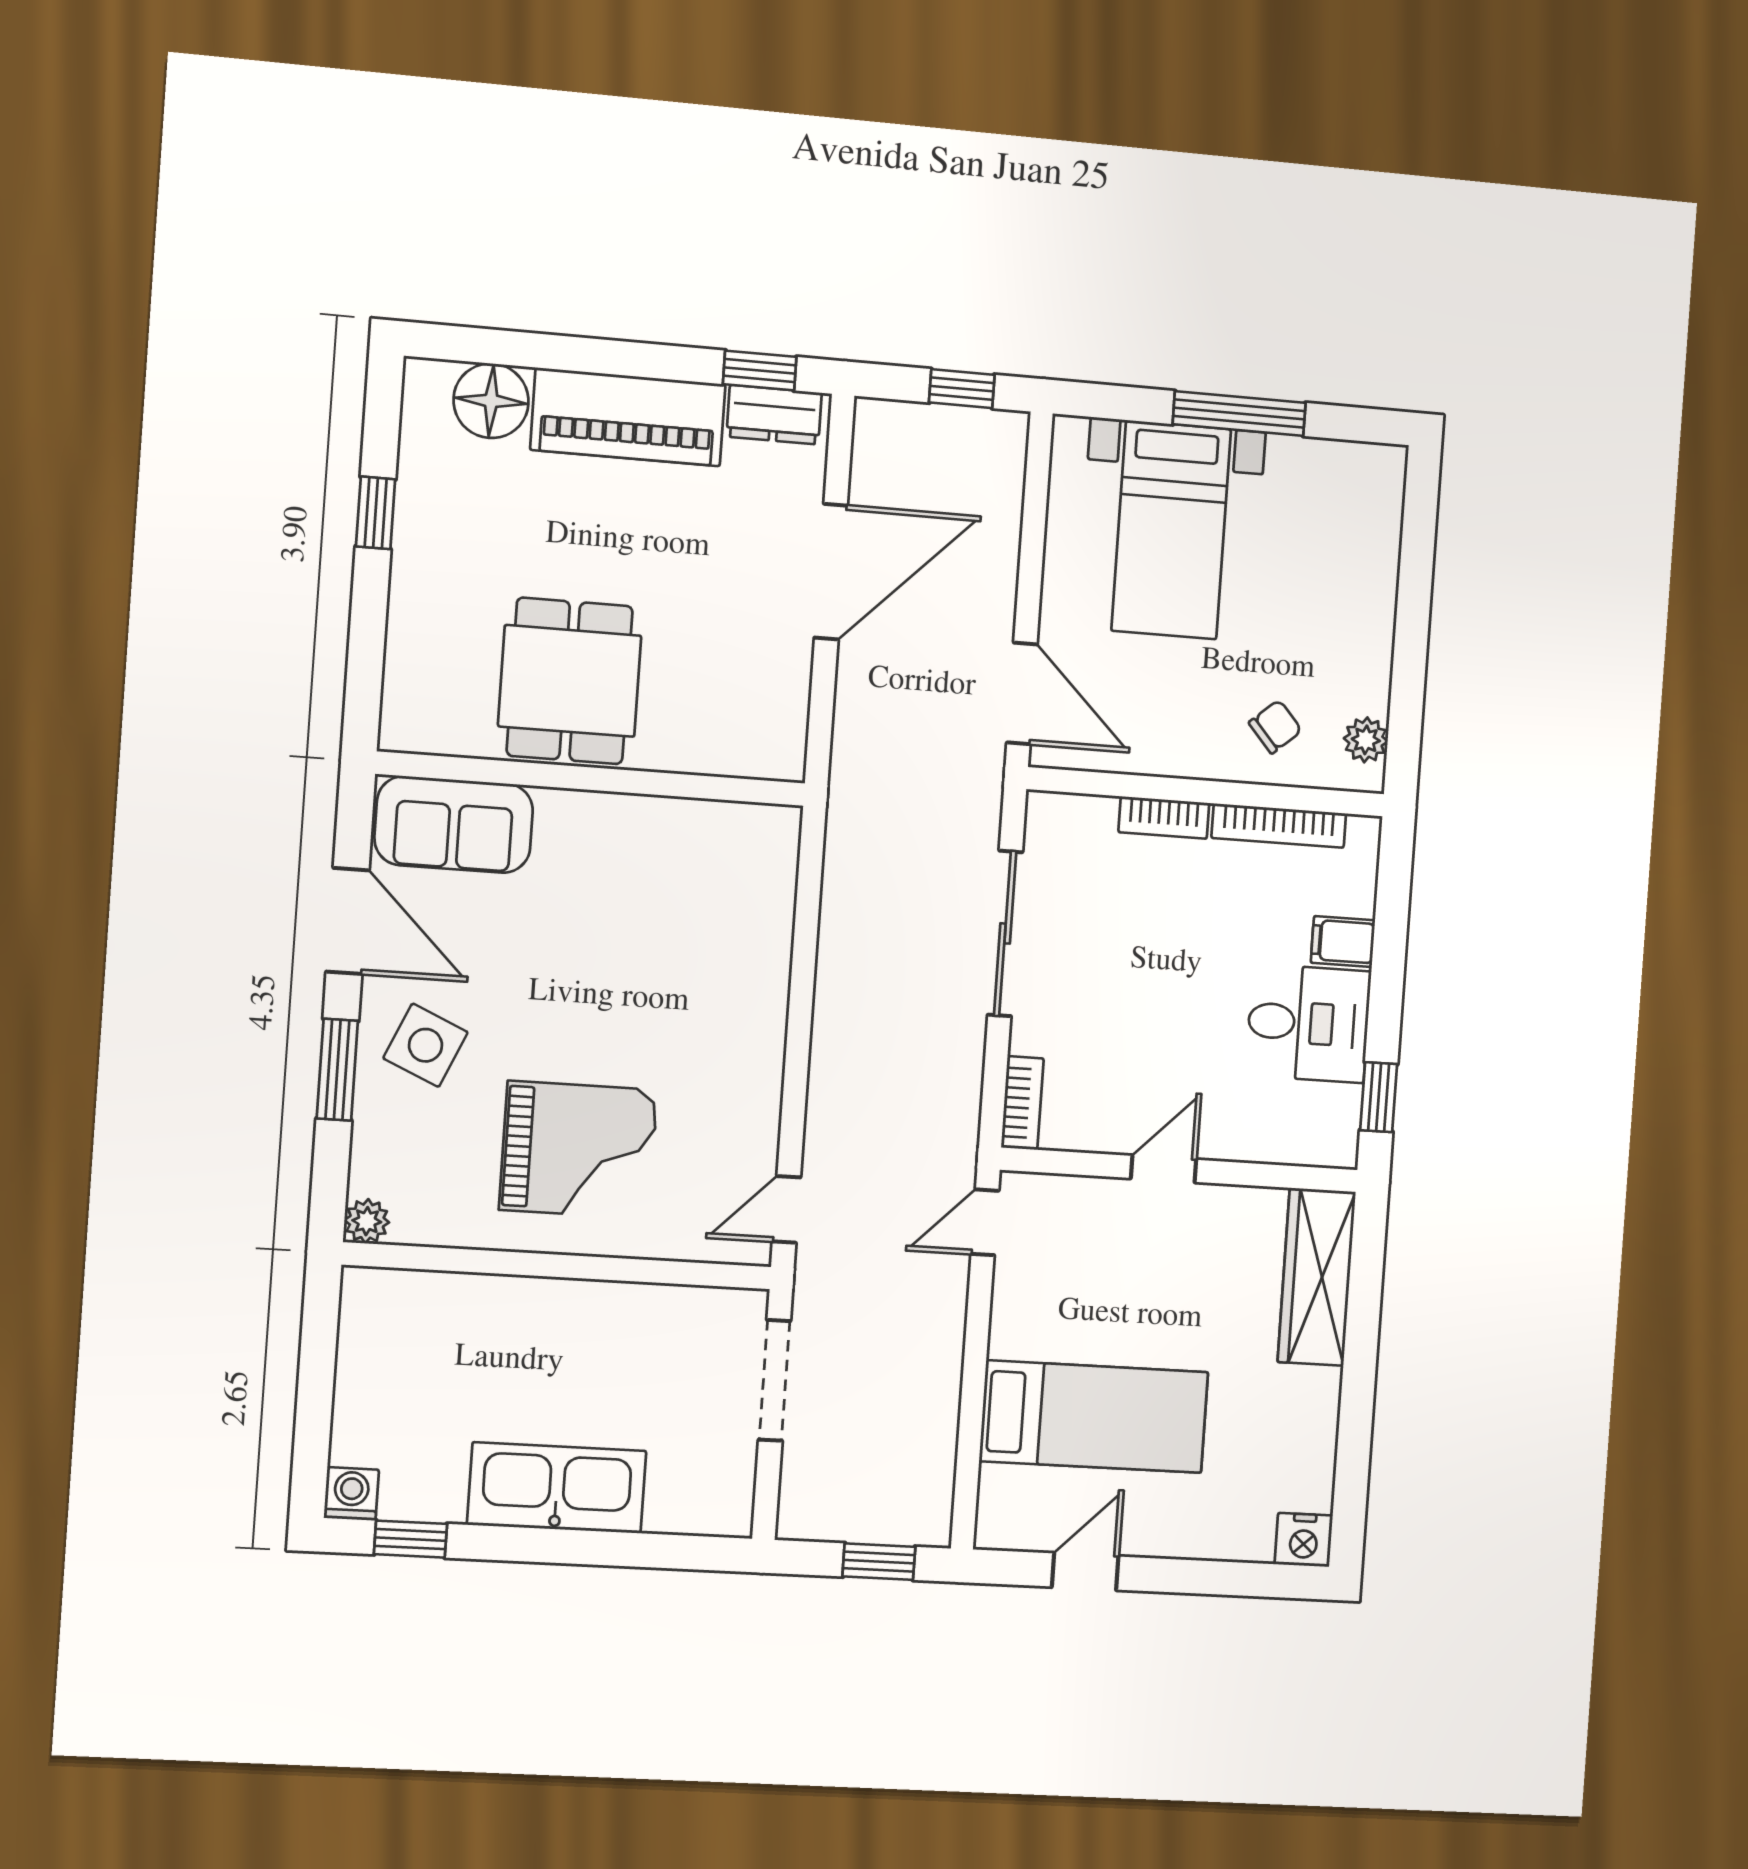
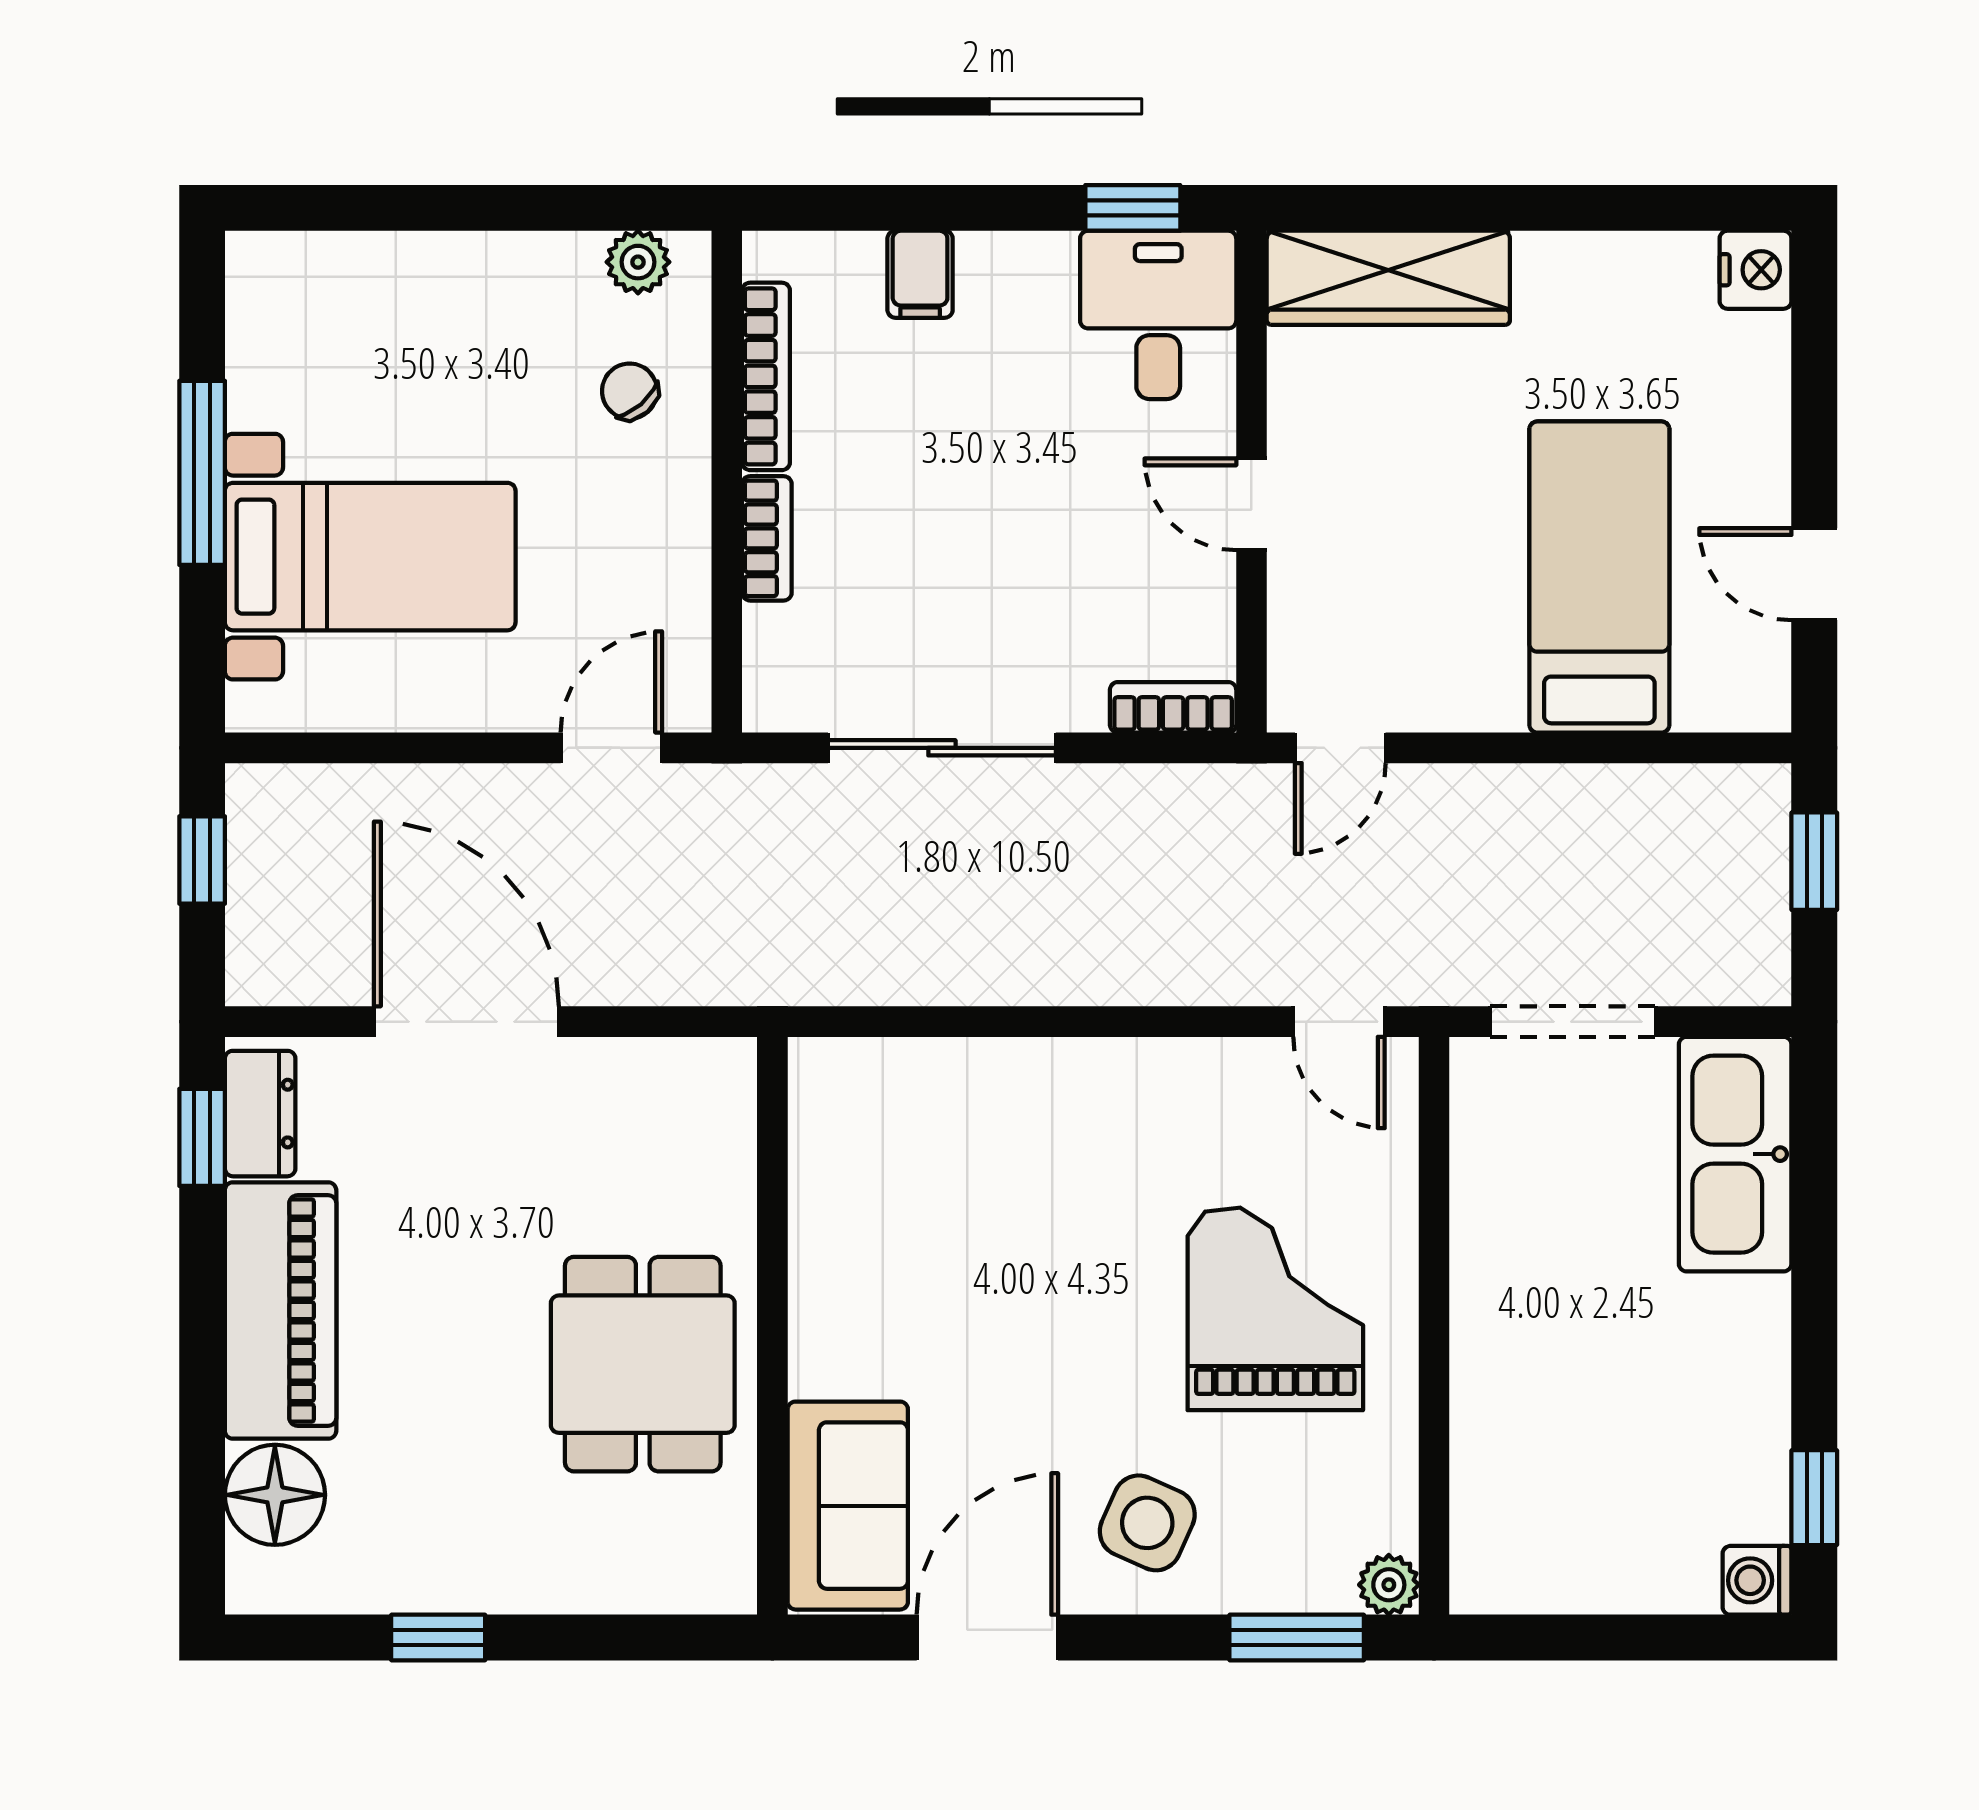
dining table: (570, 681) -> (643, 1364), turned 90
door: (1022, 693) -> (611, 748), width x0.73
desk: (1308, 1023) -> (1158, 315), moved
window: (337, 1070) -> (1297, 1638), moved
door: (985, 1222) -> (1340, 748), hinge flipped
kitchen sink: (557, 1488) -> (1735, 1154), moved

